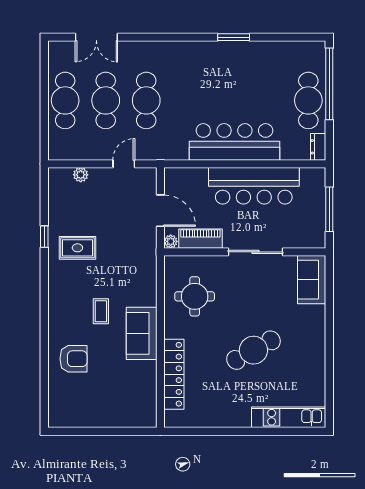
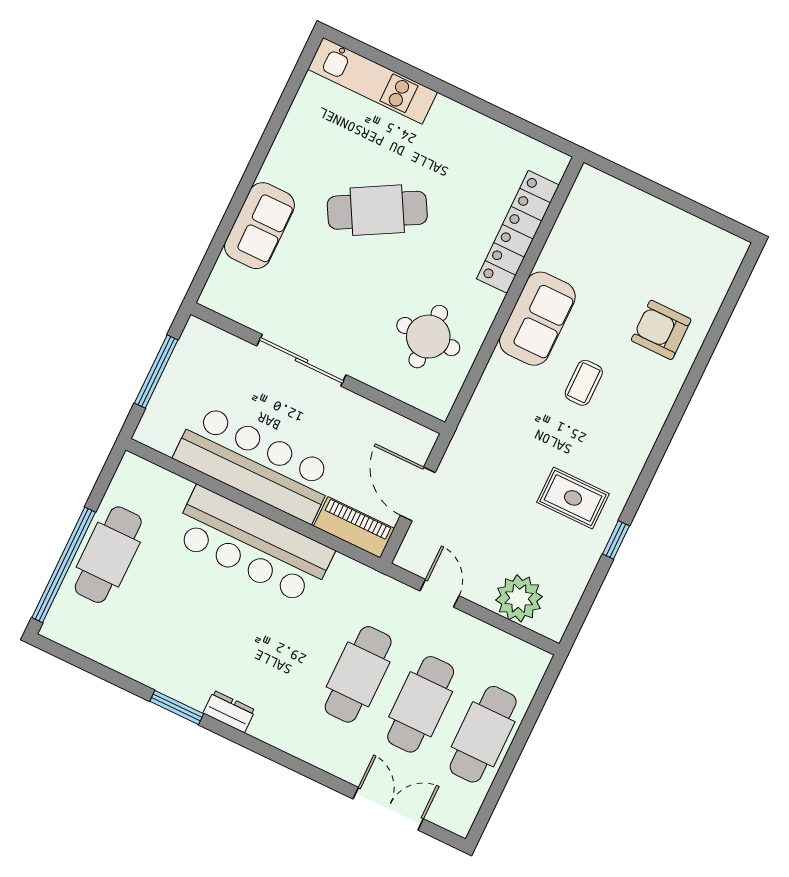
dresser: (318, 147) -> (229, 712), moved, turned -90
door: (124, 164) -> (440, 593), swing flipped
plant: (81, 175) -> (519, 598), width x1.87, depth x1.87
piano: (200, 239) -> (354, 527), moved, turned 180
plant: (171, 241) -> (425, 439), removed
sofa: (312, 280) -> (259, 226), moved

